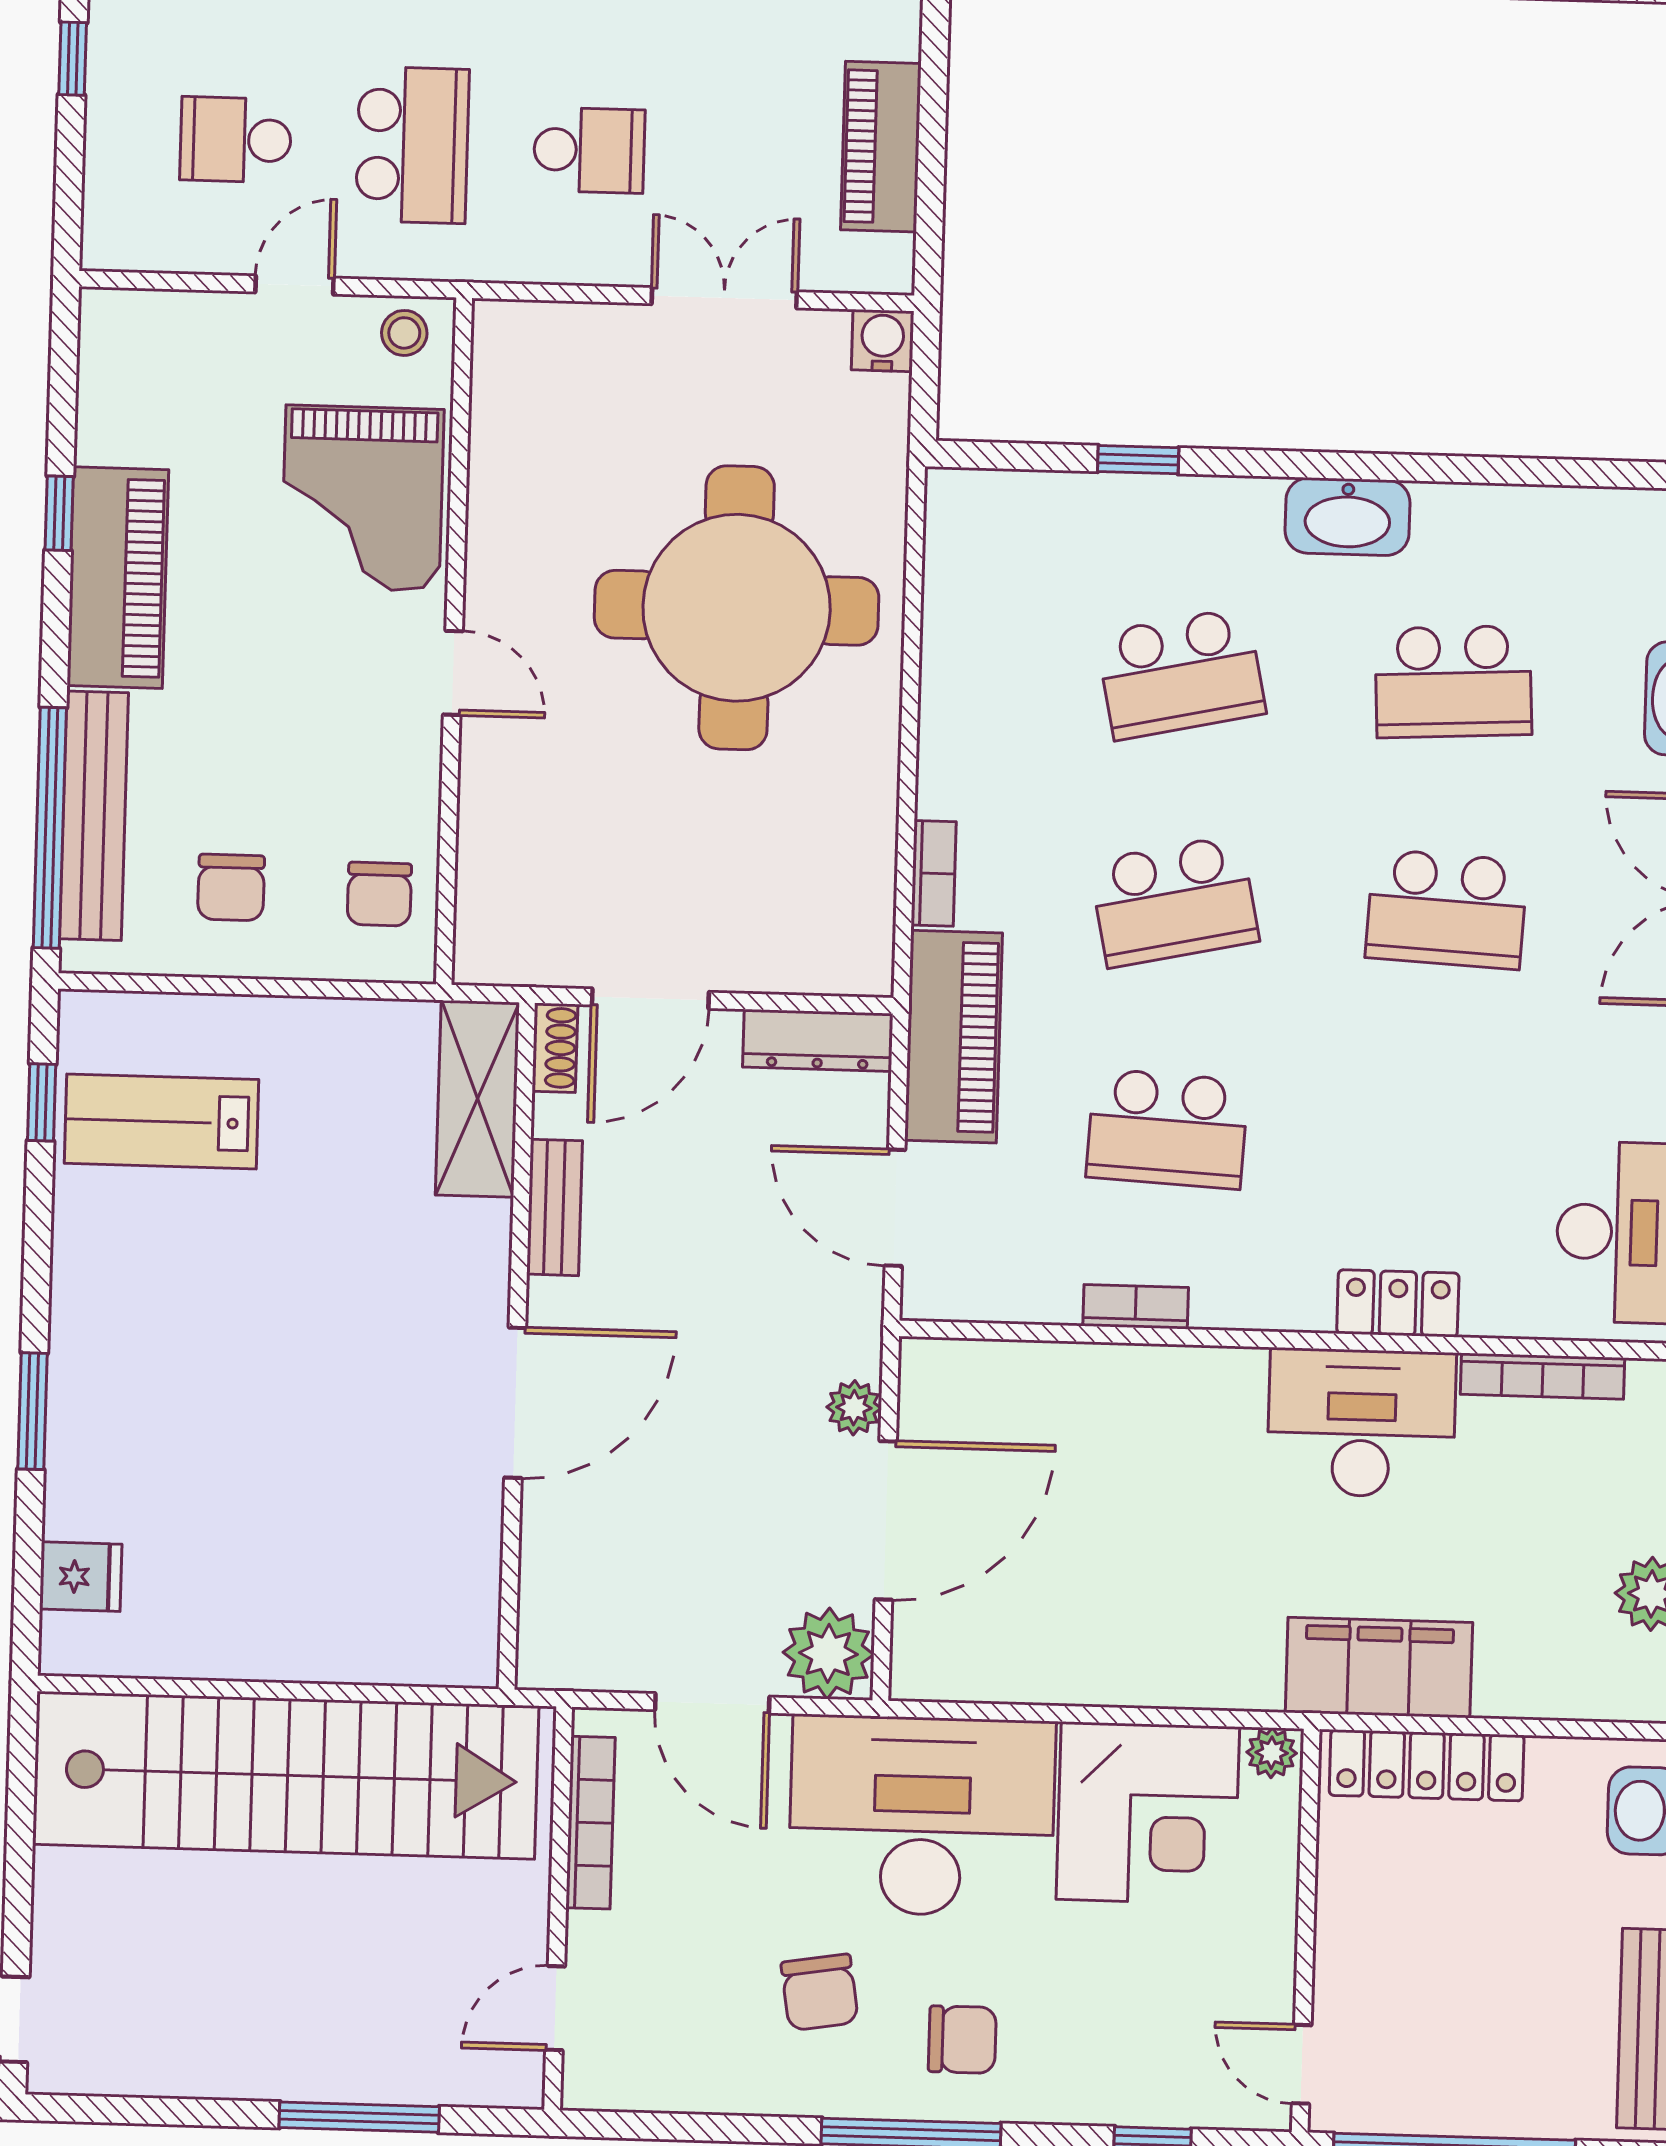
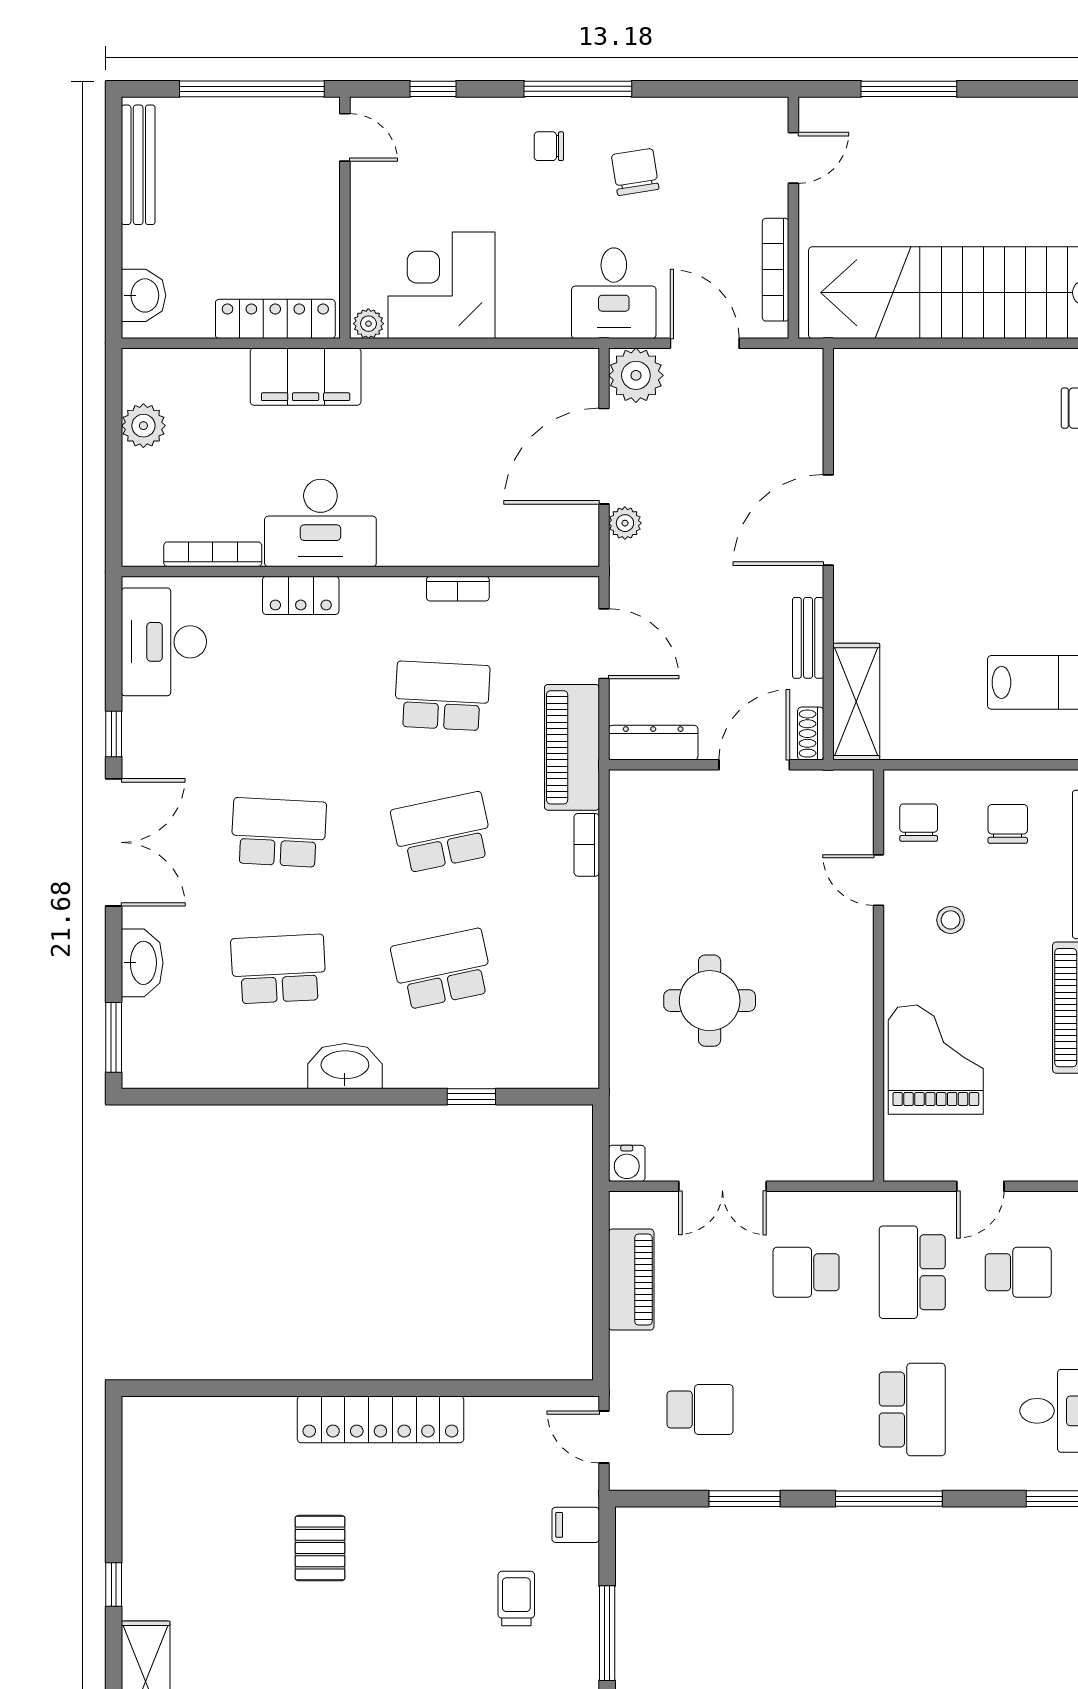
stool: (404, 333) -> (951, 920), moved
round table: (737, 608) -> (710, 1001), width x0.54, depth x0.54
door: (453, 673) -> (878, 880), moved
desk: (922, 1816) -> (614, 293), width x0.53, depth x0.77
chair: (962, 2040) -> (549, 146), width x0.73, depth x0.73

